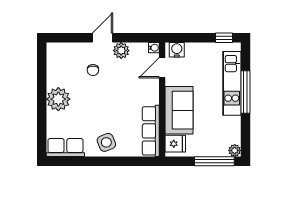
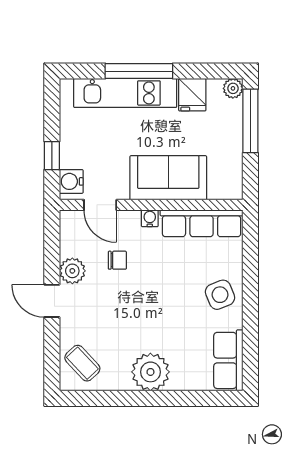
window: (224, 38) -> (52, 156), moved
water cooler: (154, 48) -> (150, 218), moved
coffee table: (64, 57) -> (82, 363), added
chair: (93, 70) -> (117, 260), moved
fridge: (175, 144) -> (192, 95), moved, turned 180

